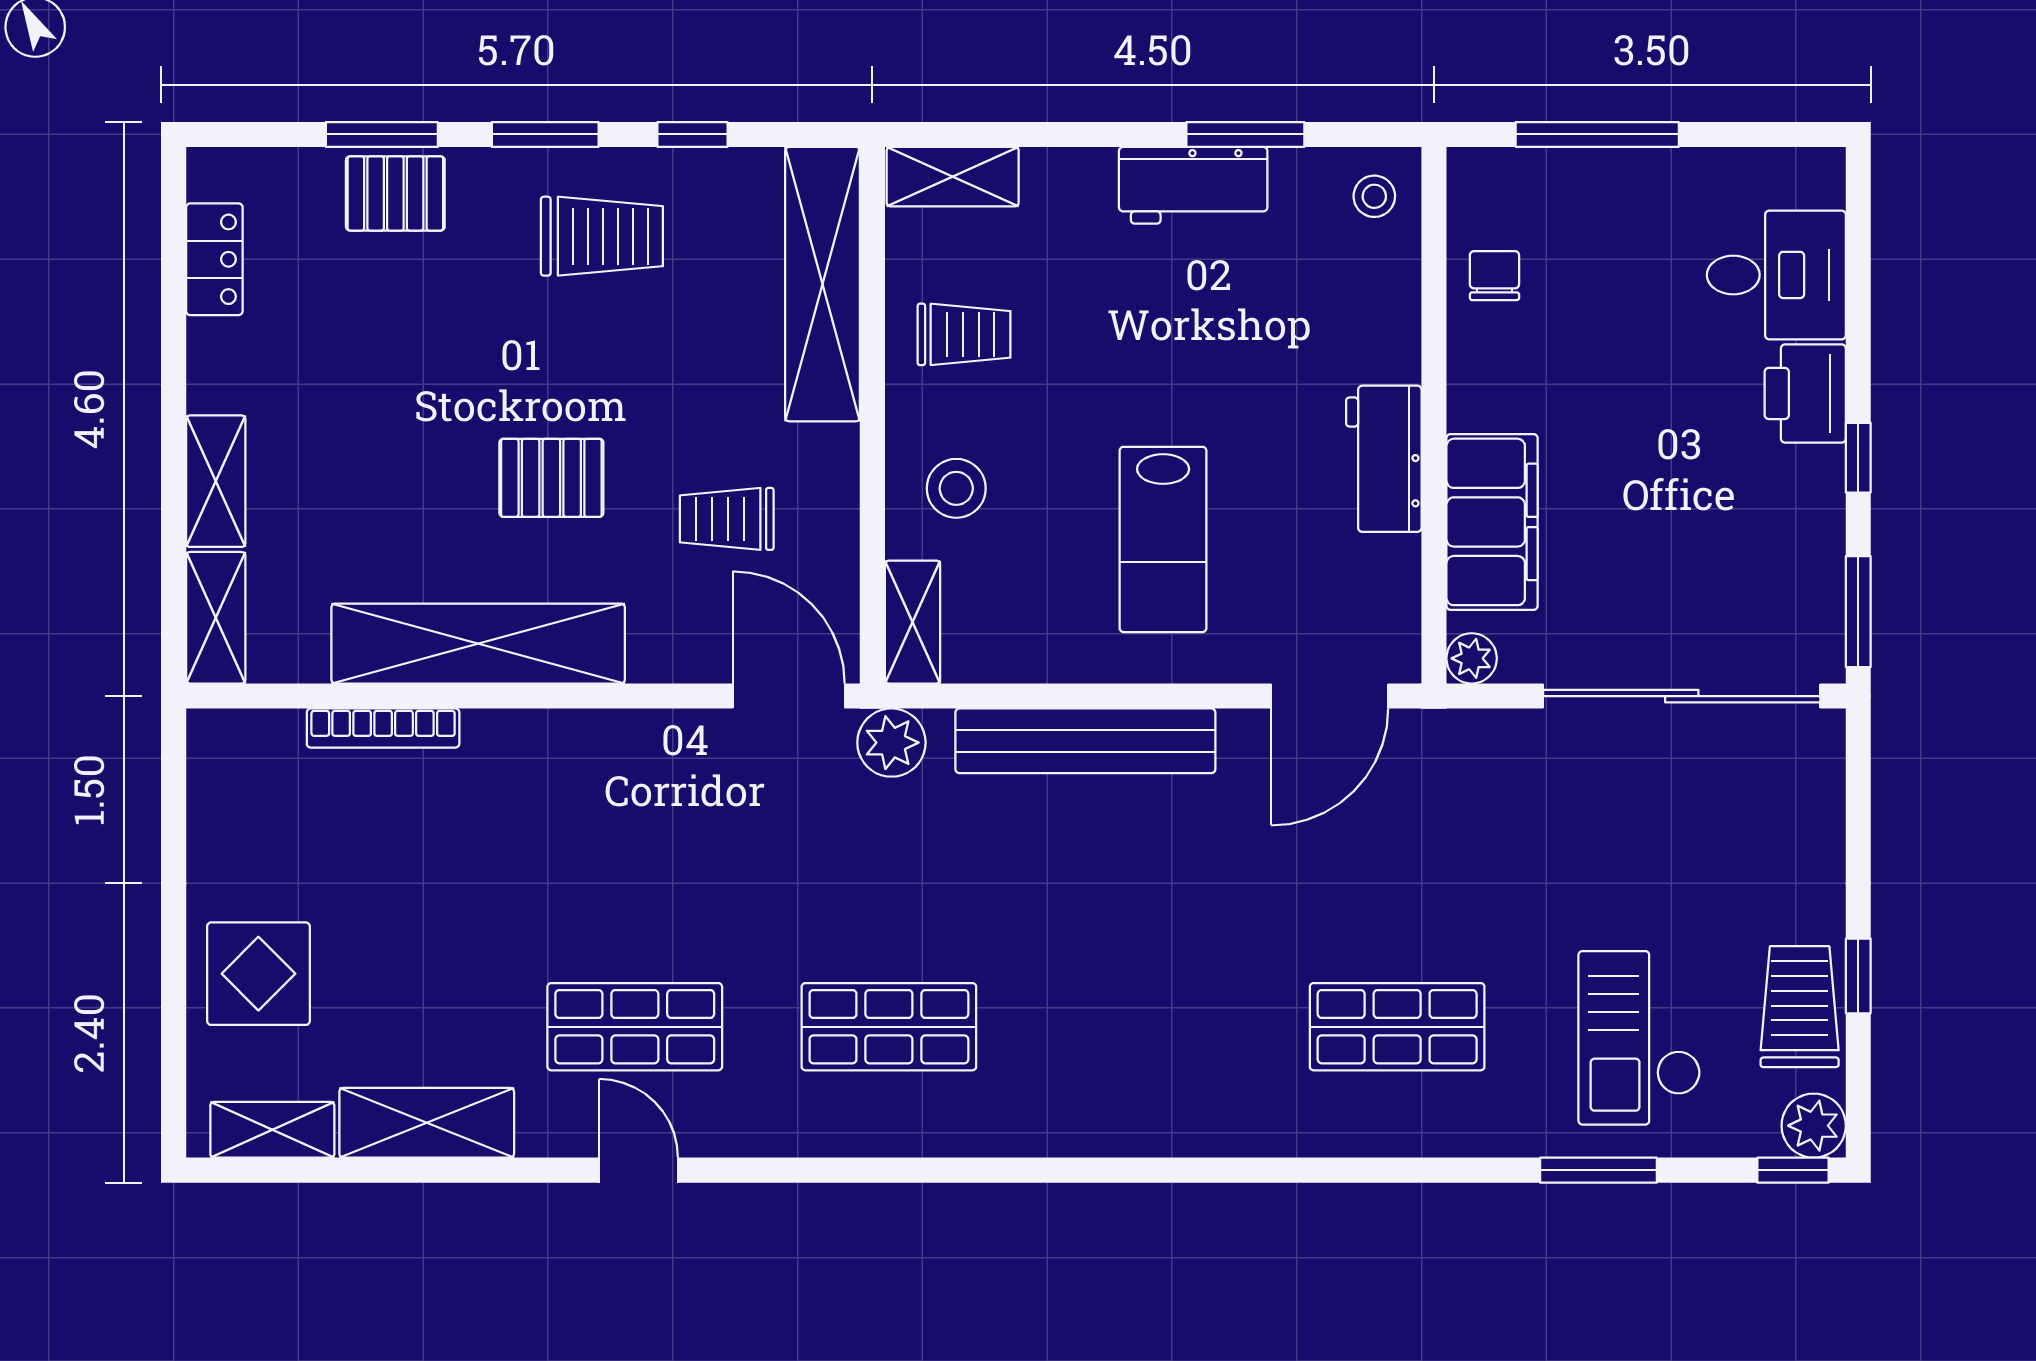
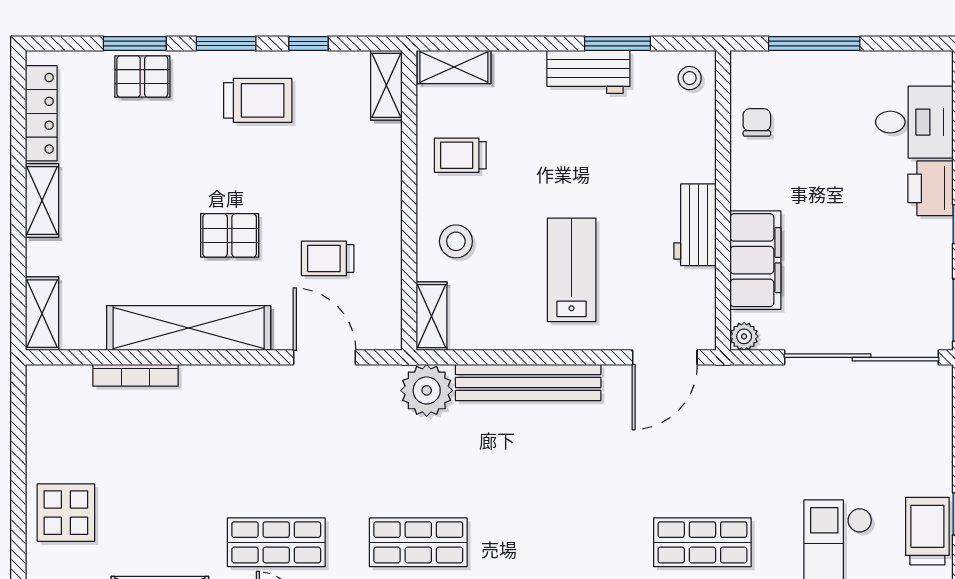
locker: (214, 259) -> (41, 113), width x1.53
shelving: (823, 284) -> (386, 85), width x0.45, depth x0.75
trolley: (964, 334) -> (460, 155), turned 180
shelving: (216, 481) -> (42, 201), moved
lab bench: (1163, 539) -> (572, 270), turned 180
door: (789, 696) -> (324, 357), moved
plant: (891, 743) -> (427, 390), width x1.36, depth x1.36

